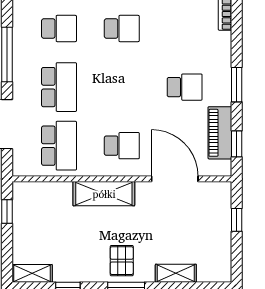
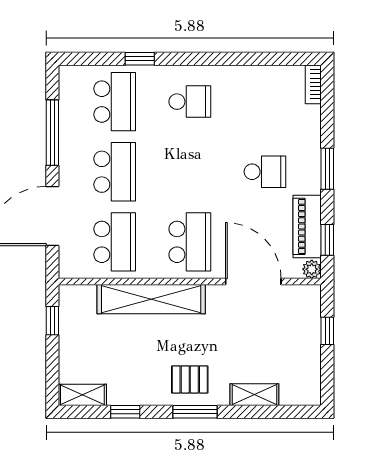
school desk: (59, 29) -> (115, 102), width x1.85
school desk: (122, 146) -> (190, 242), width x1.85
plant: (224, 169) -> (312, 269), added
shelving: (104, 194) -> (151, 299), width x1.47
pallet: (122, 261) -> (190, 379), turned 90

